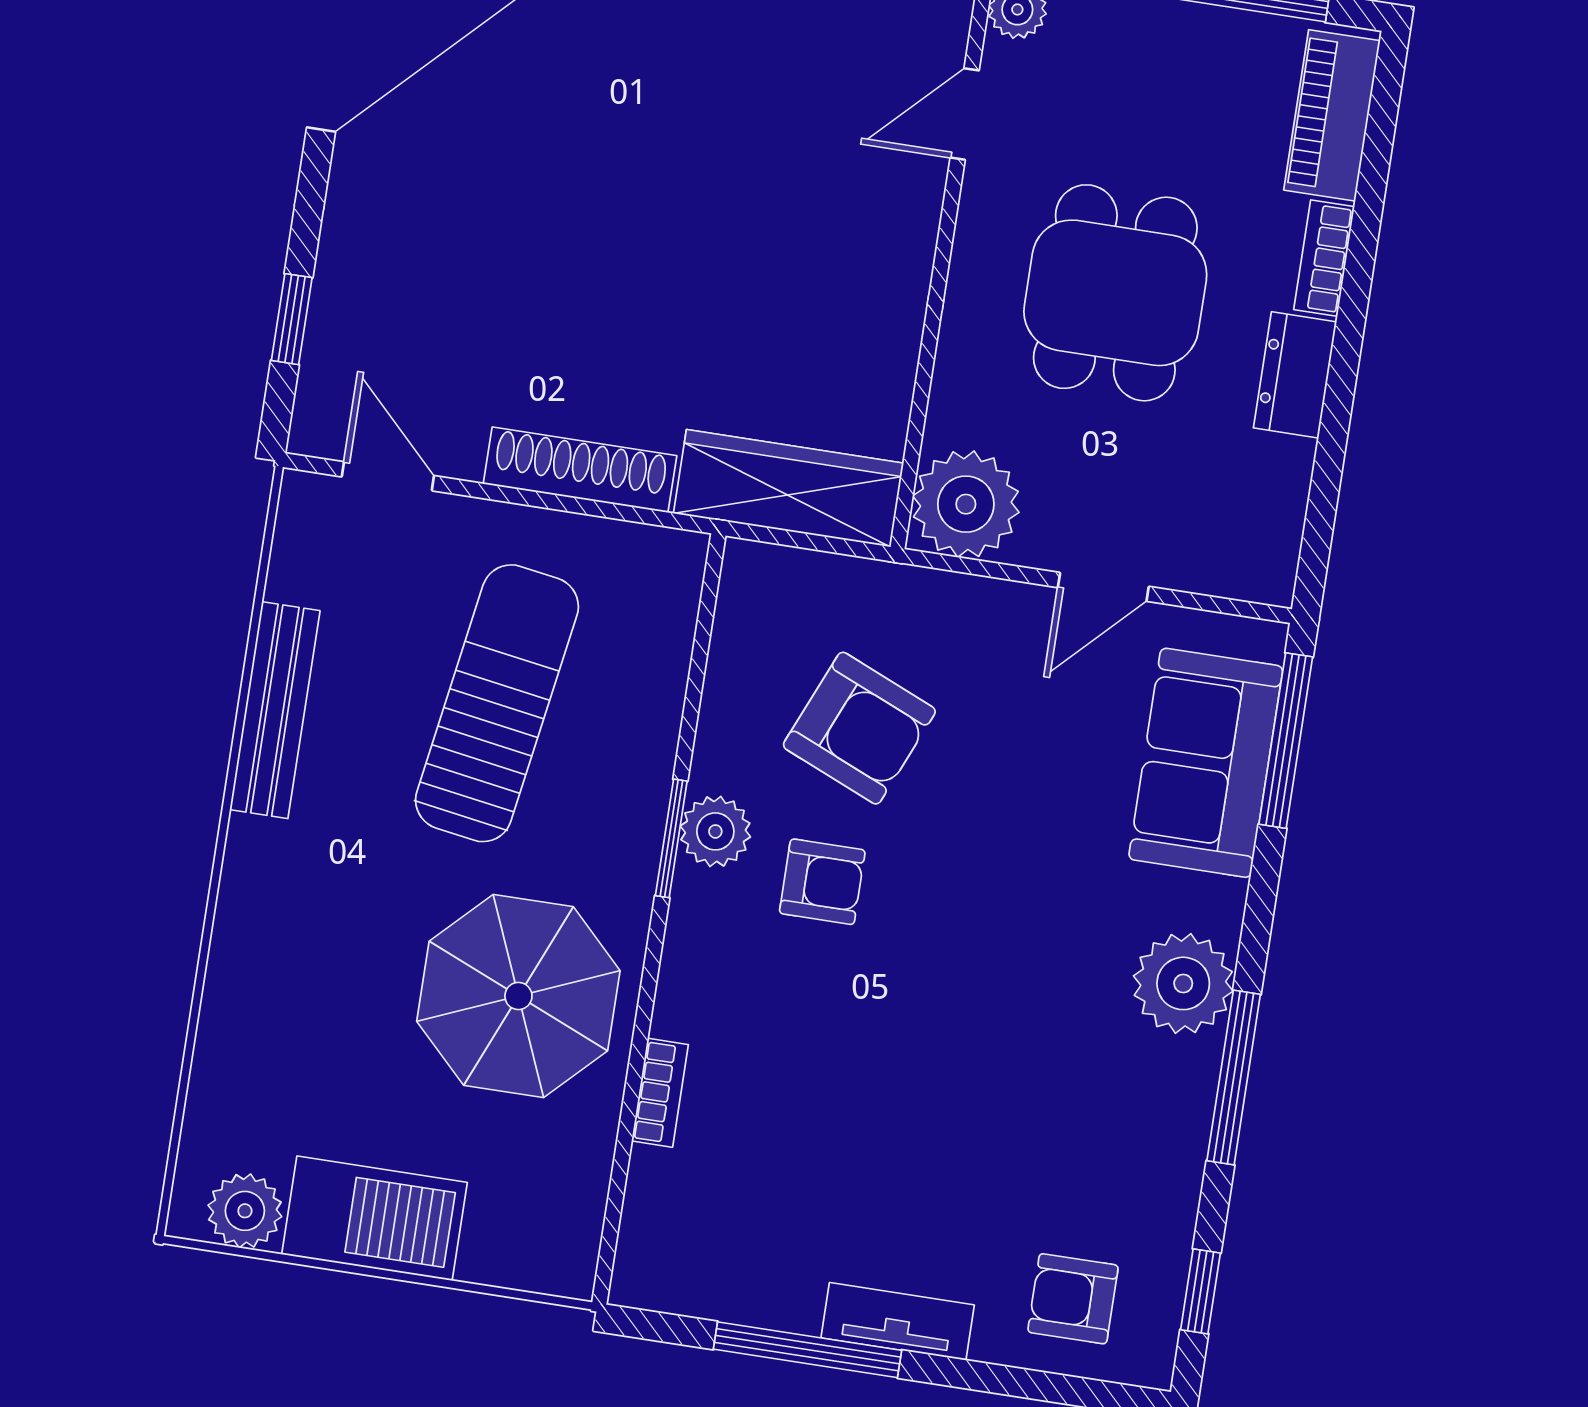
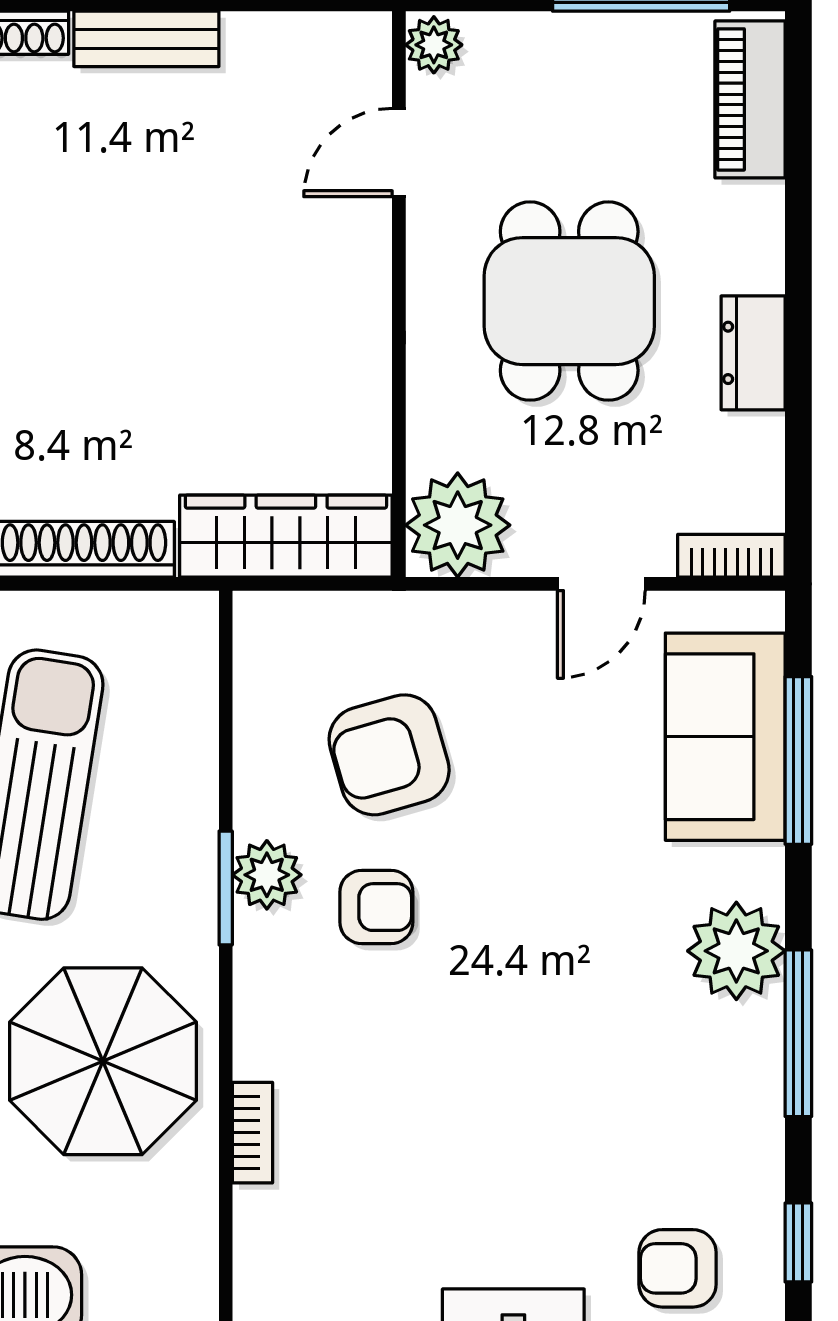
bookcase: (1324, 258) -> (731, 556), moved, turned 90
armchair: (859, 728) -> (389, 755), turned 141
window: (1286, 741) -> (798, 760), moved

